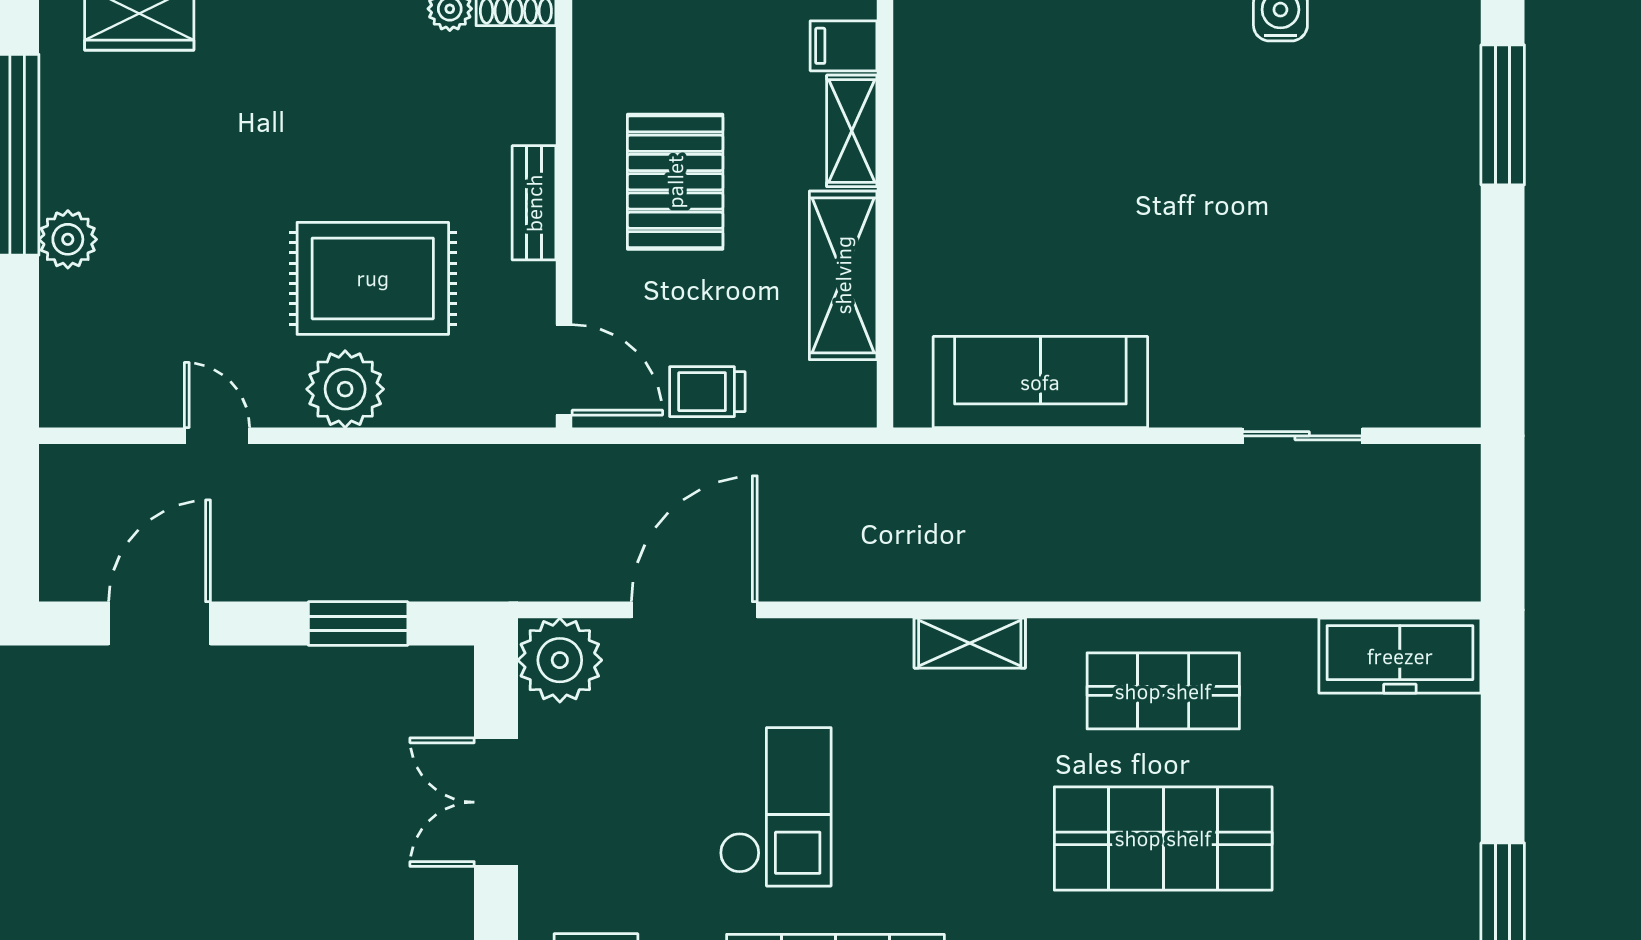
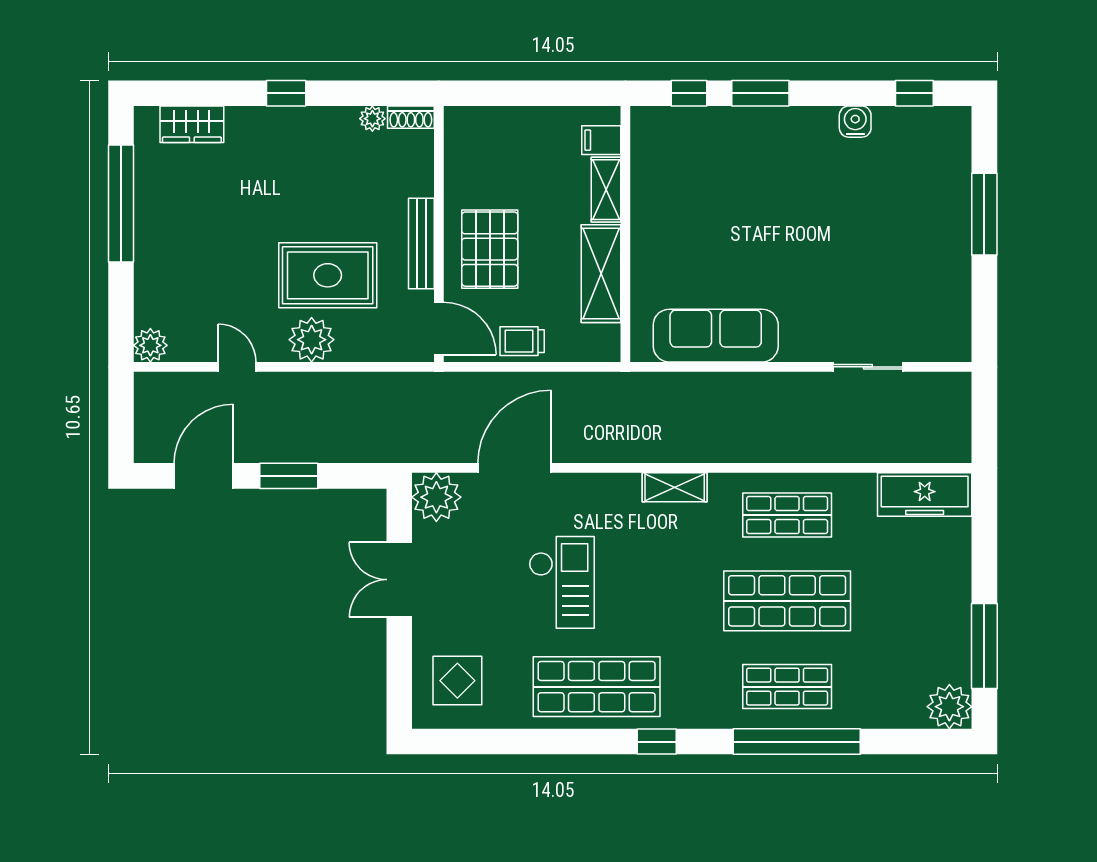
window: (1503, 115) -> (984, 214), moved
pallet: (675, 182) -> (490, 249), moved
bench: (534, 203) -> (421, 243), width x1.36
plant: (68, 239) -> (150, 345), moved
window: (358, 624) -> (289, 476), moved

